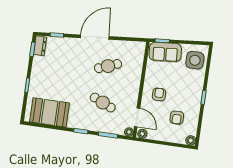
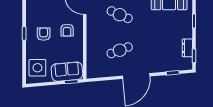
dresser: (40, 46) -> (187, 48), moved
armchair: (177, 118) -> (44, 34), moved

